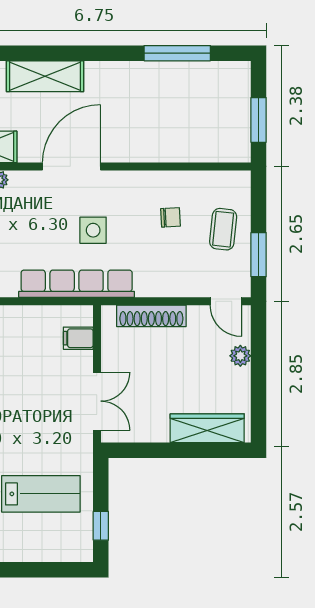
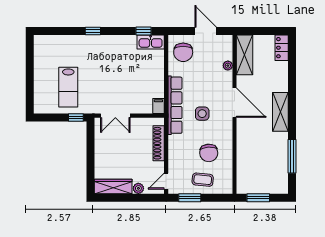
shelving: (45, 76) -> (280, 112), moved
chair: (170, 217) -> (209, 153), width x1.87, depth x1.87
filing cabinet: (78, 338) -> (158, 106), moved
wardrobe: (207, 428) -> (113, 186), moved, turned -90
window: (101, 526) -> (76, 118), moved

